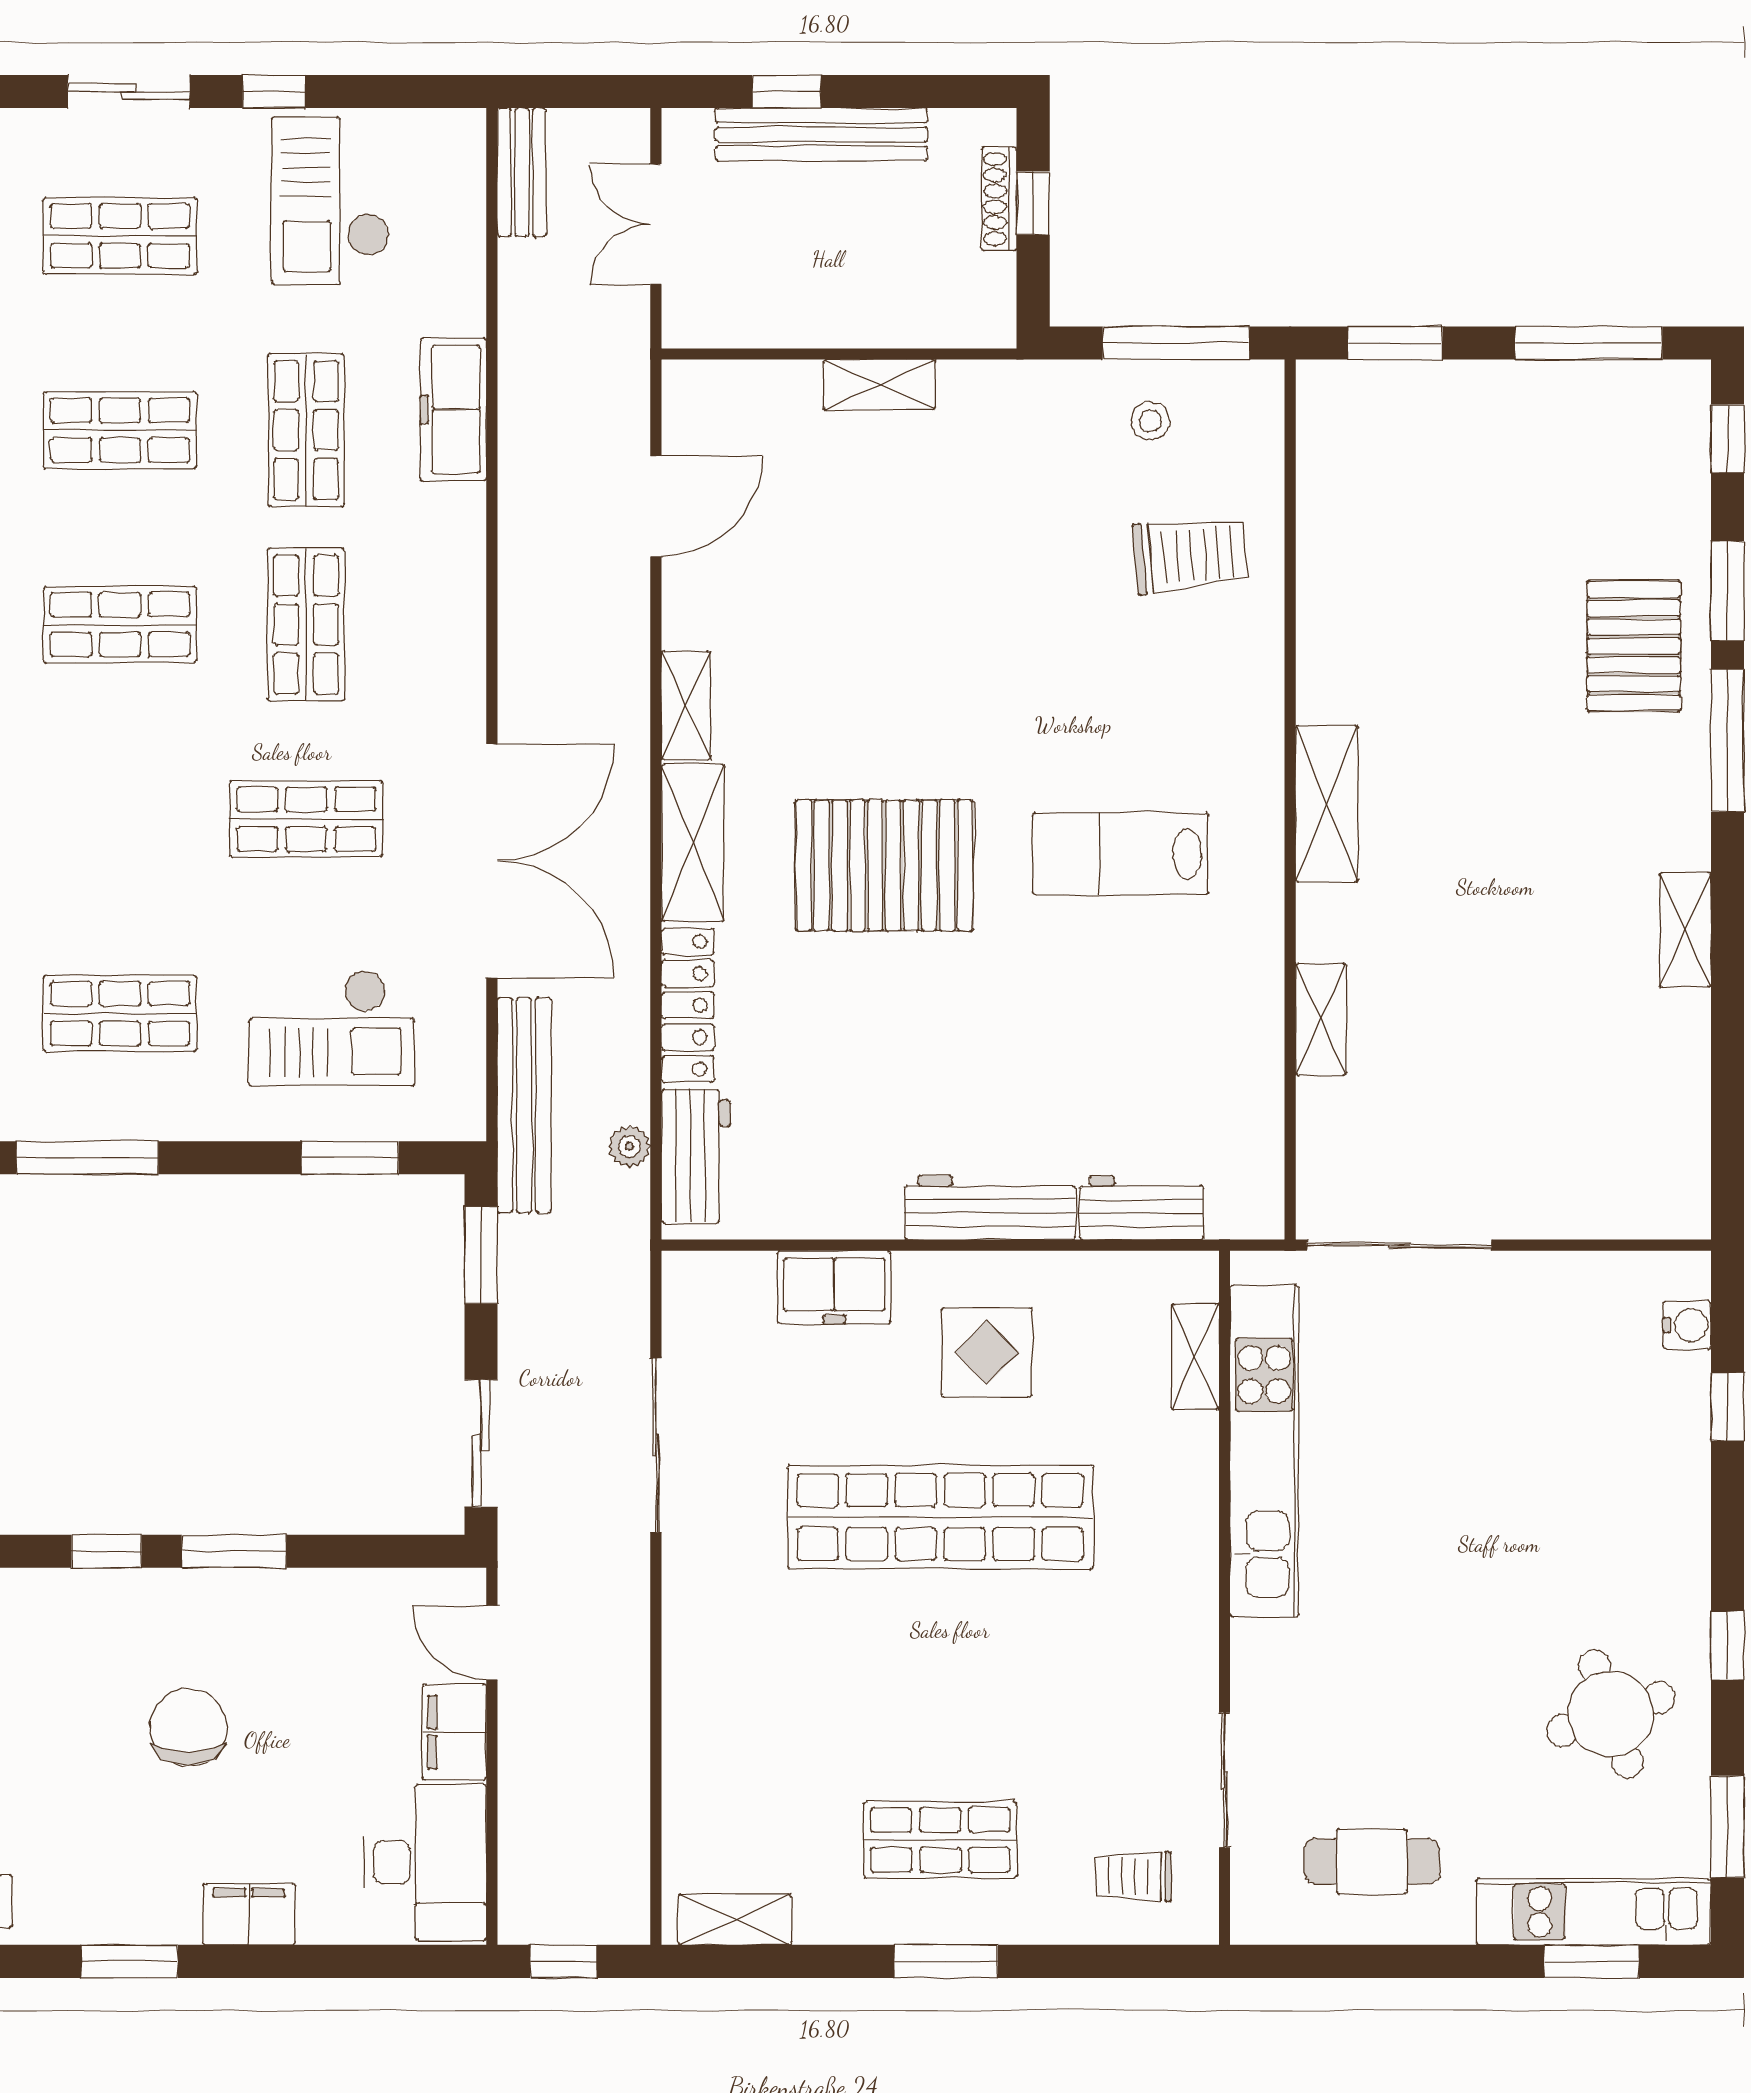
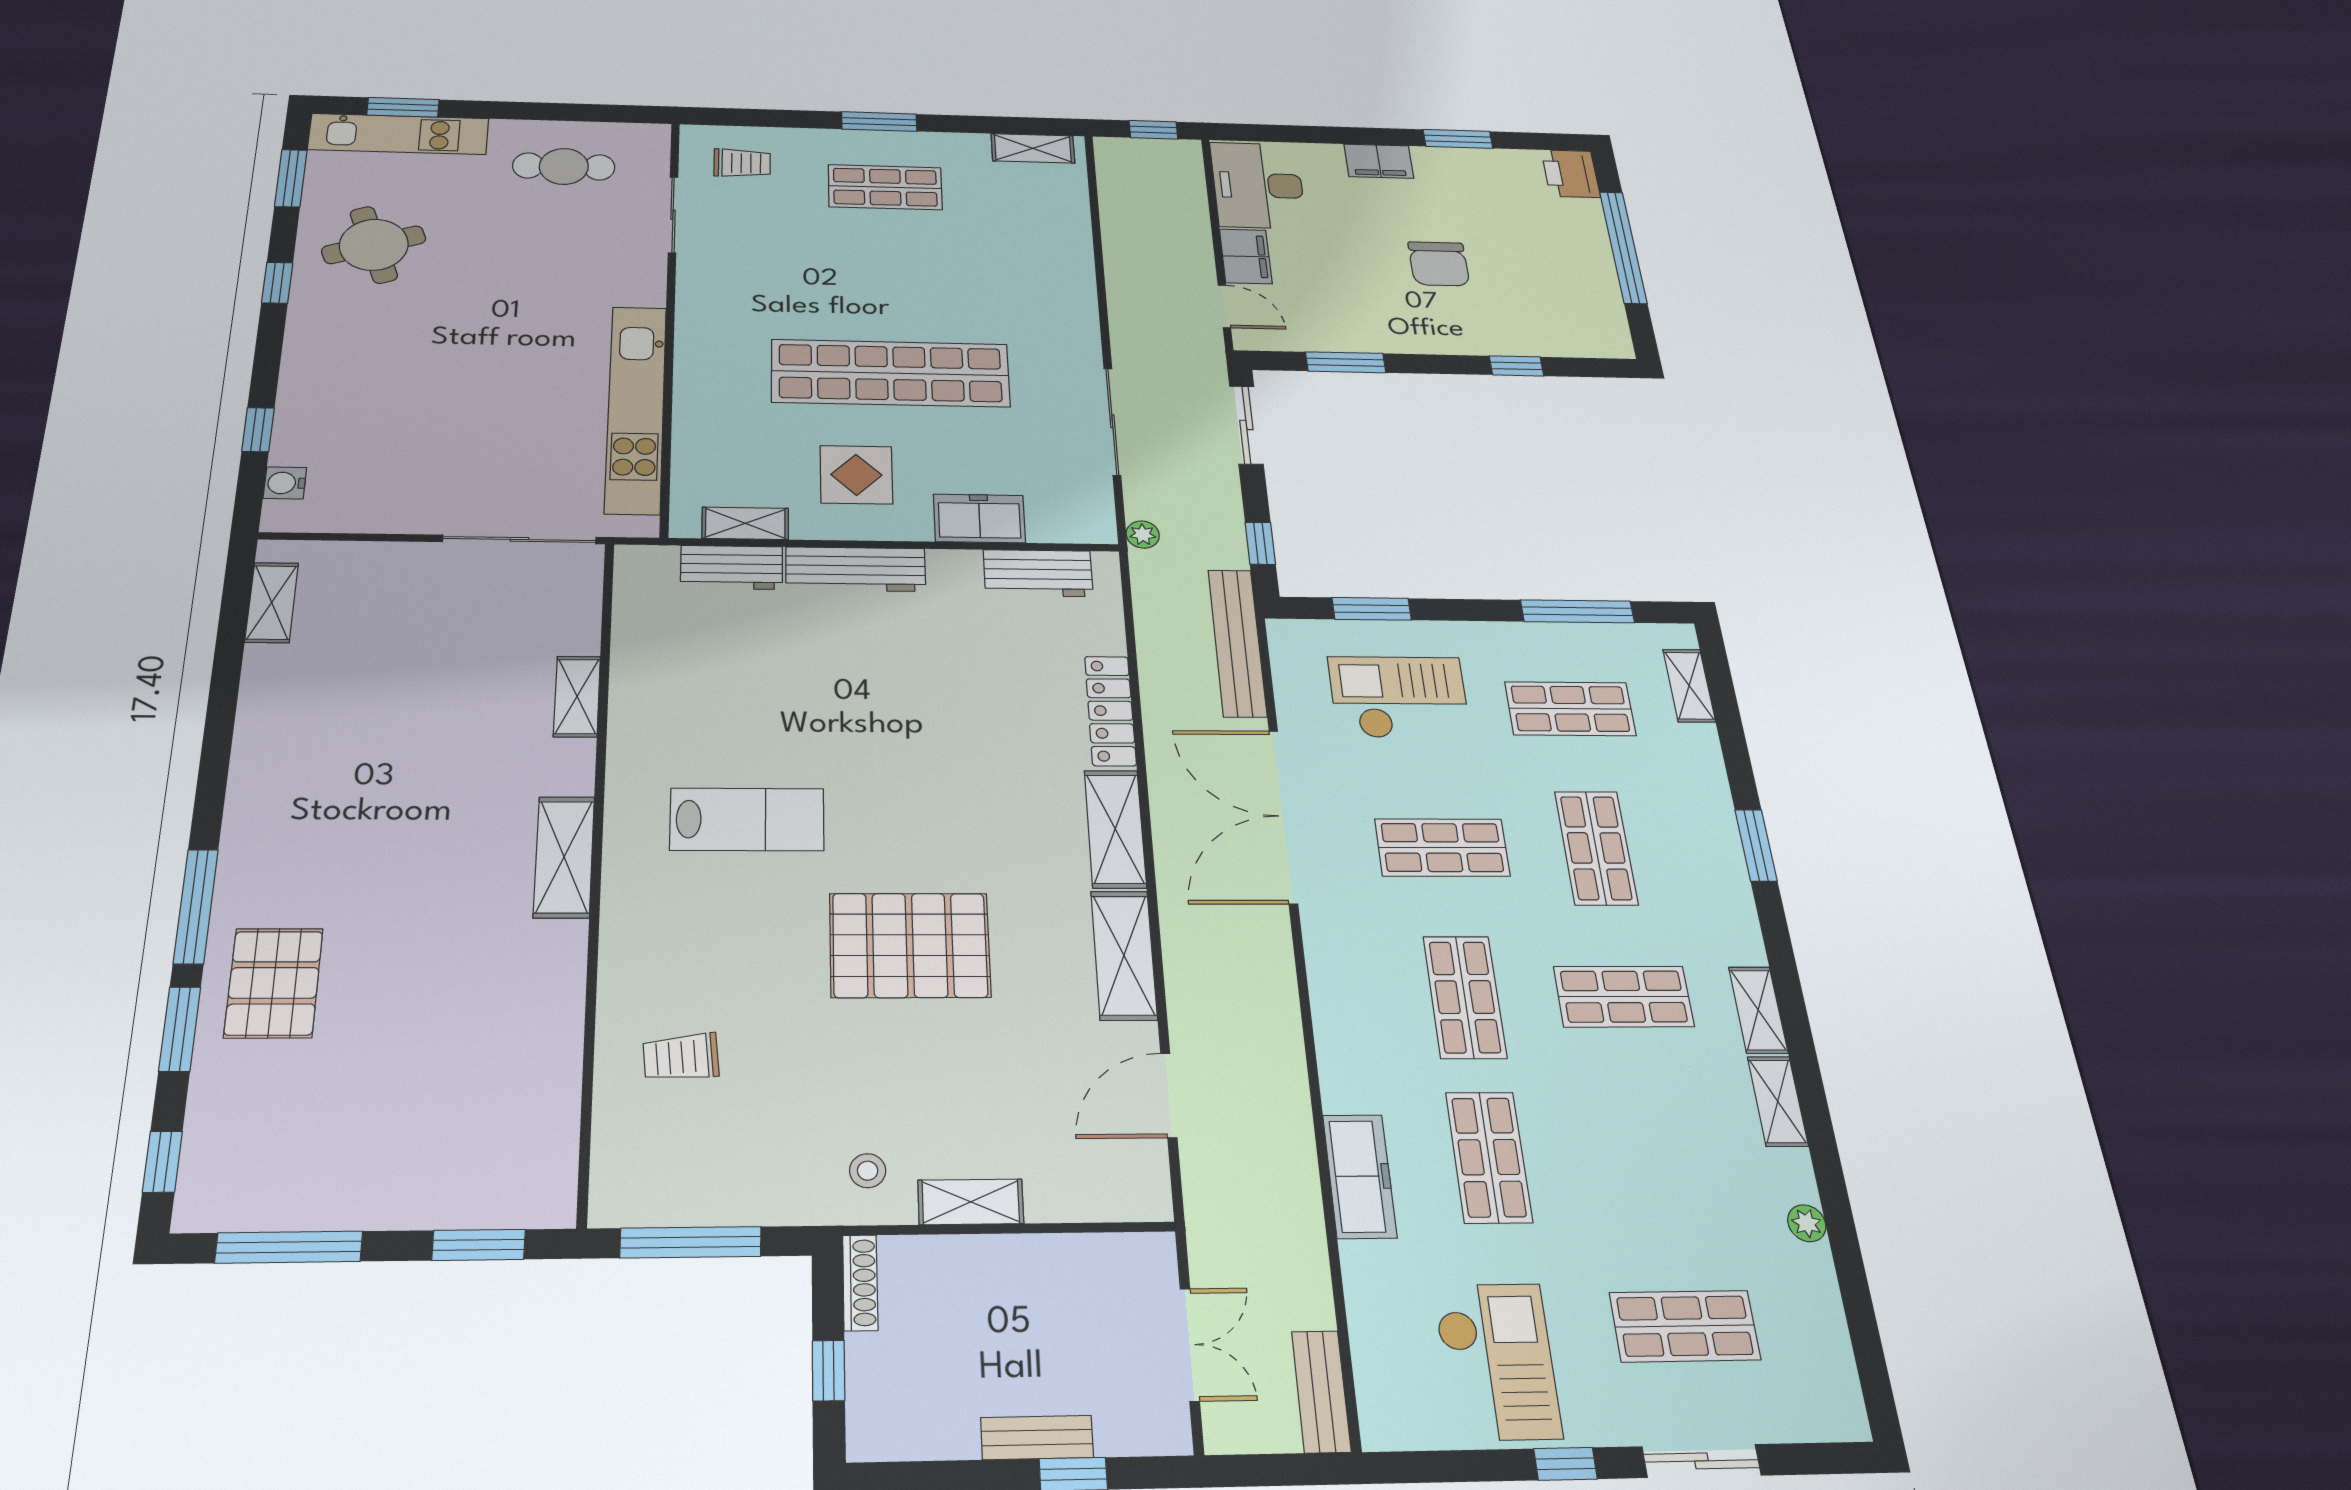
bench: (821, 134) -> (1037, 1438), width x0.54, depth x0.82
shoe rack: (999, 199) -> (860, 1283), moved
stool: (1150, 421) -> (868, 1171), moved
shop shelf: (120, 430) -> (1596, 848), moved, turned 90
trolley: (1190, 555) -> (681, 1057), width x0.73, depth x0.72
shelving: (686, 705) -> (1124, 955), width x1.50, depth x1.33
pallet: (884, 865) -> (910, 945), moved
shelving: (1685, 930) -> (272, 602), moved
plant: (629, 1146) -> (1143, 535), moved
workbench: (696, 1156) -> (1038, 573), moved, turned -90
window: (481, 1255) -> (1260, 543), width x0.67
shelving: (1195, 1357) -> (745, 523), moved, turned 90
window: (234, 1551) -> (1346, 362), moved

